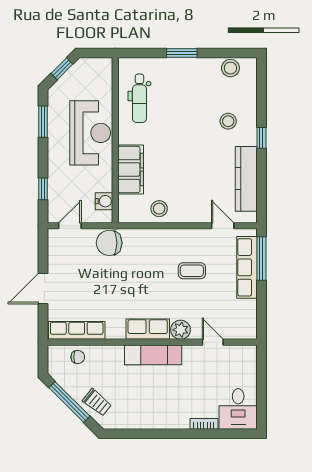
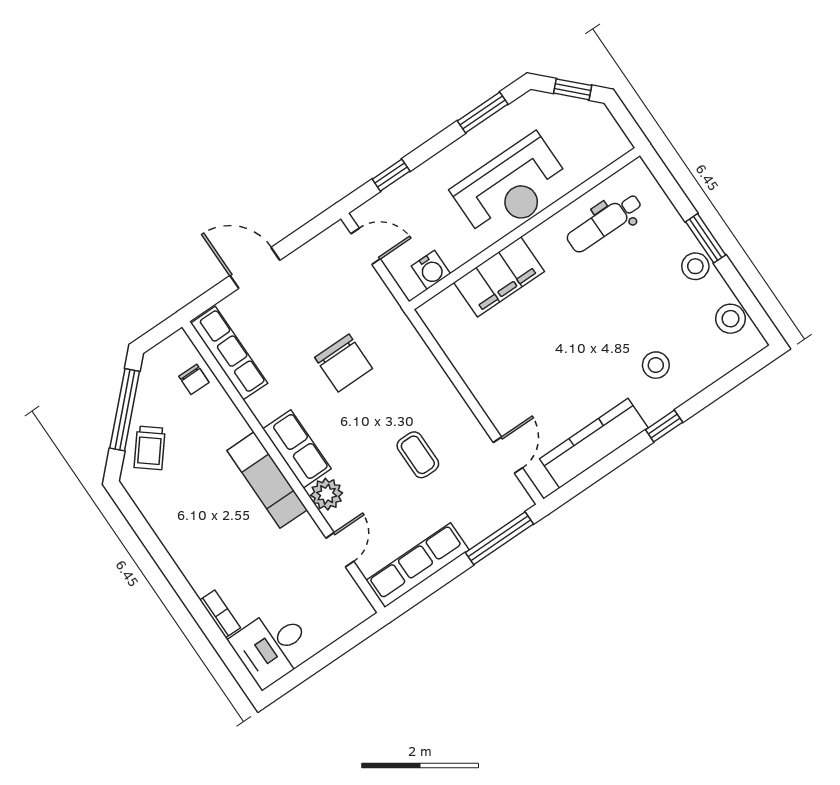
stool: (159, 209) -> (695, 266), moved
chair: (109, 243) -> (344, 363), moved, turned 180
row of seats: (247, 267) -> (418, 565), moved

